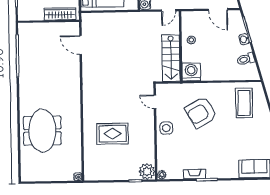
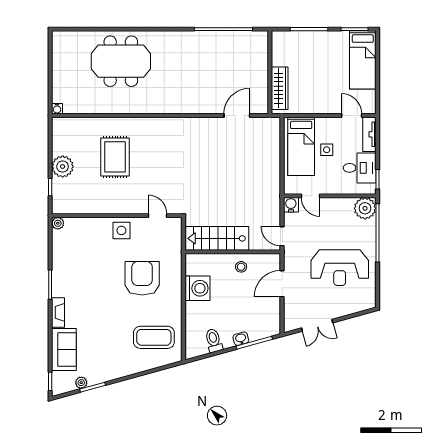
door: (218, 9) -> (282, 284), moved
washing machine: (191, 72) -> (197, 288), moved
door: (155, 102) -> (157, 216), hinge flipped
armchair: (201, 112) -> (142, 278), turned 30
plant: (147, 172) -> (63, 167), moved
fireplace: (195, 174) -> (58, 312), moved

